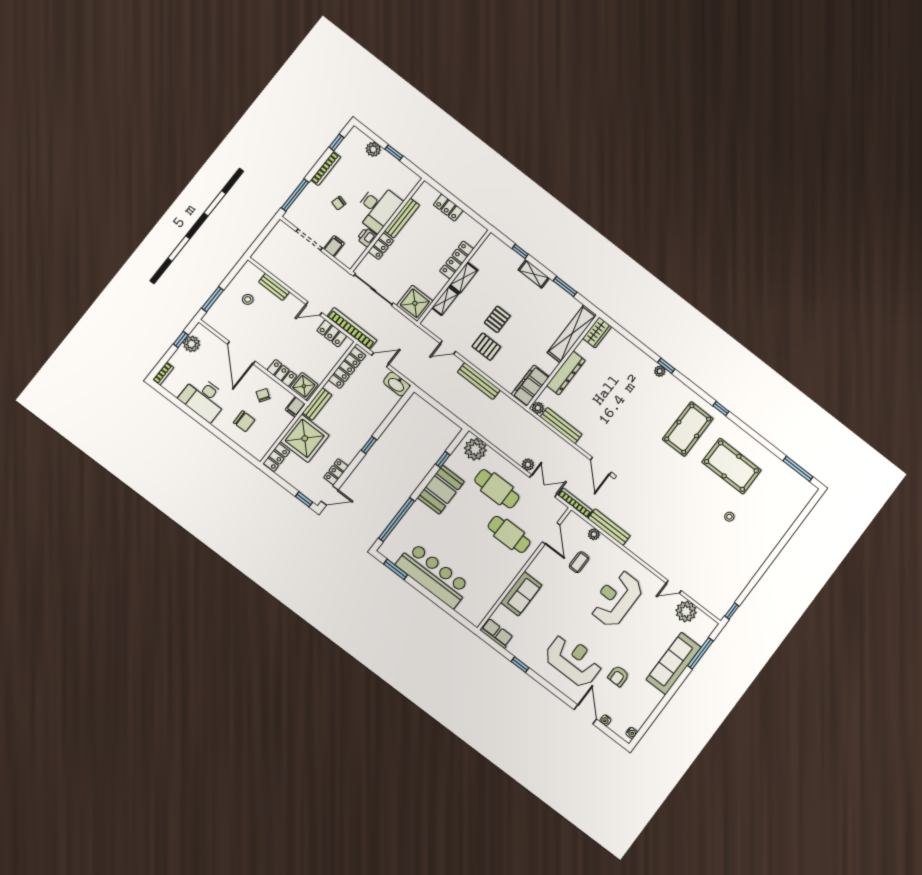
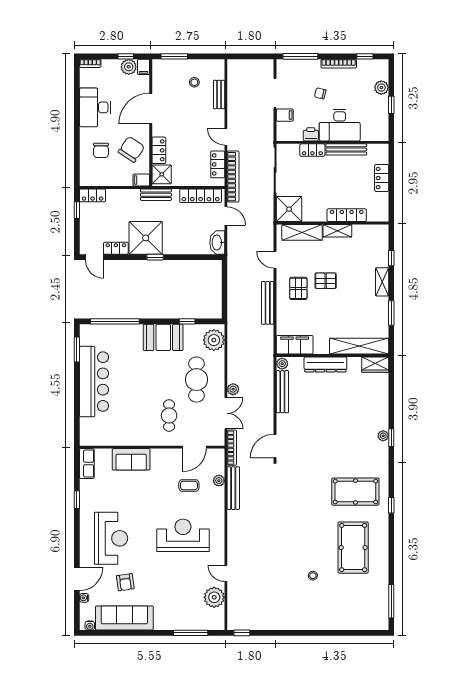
shelving: (445, 301) -> (302, 232), width x1.50, depth x1.33
filing cabinet: (201, 332) -> (143, 67), added
chair: (263, 395) -> (131, 149), width x1.87, depth x1.87
shower: (305, 438) -> (146, 238), moved
window: (304, 499) -> (77, 210), moved
cafe table: (509, 534) -> (169, 415), width x0.73, depth x0.74
sofa: (674, 664) -> (124, 618), moved
armchair: (618, 676) -> (125, 582), turned -98

